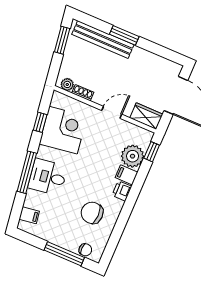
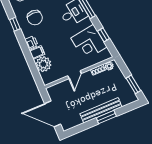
bench: (103, 39) -> (101, 110), moved
wardrobe: (146, 116) -> (57, 90), removed
window: (152, 152) -> (15, 24), moved
chair: (92, 213) -> (35, 18), turned 90

